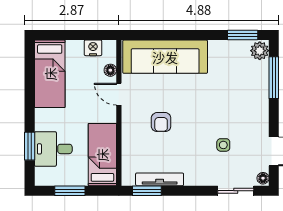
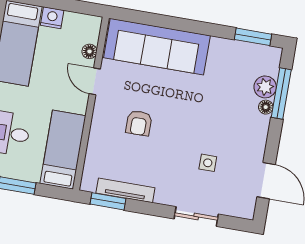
nightstand: (93, 48) -> (52, 18), moved
plant: (260, 51) -> (265, 87), moved
floor lamp: (263, 178) -> (266, 107), moved
sliding door: (236, 191) -> (196, 217), moved

